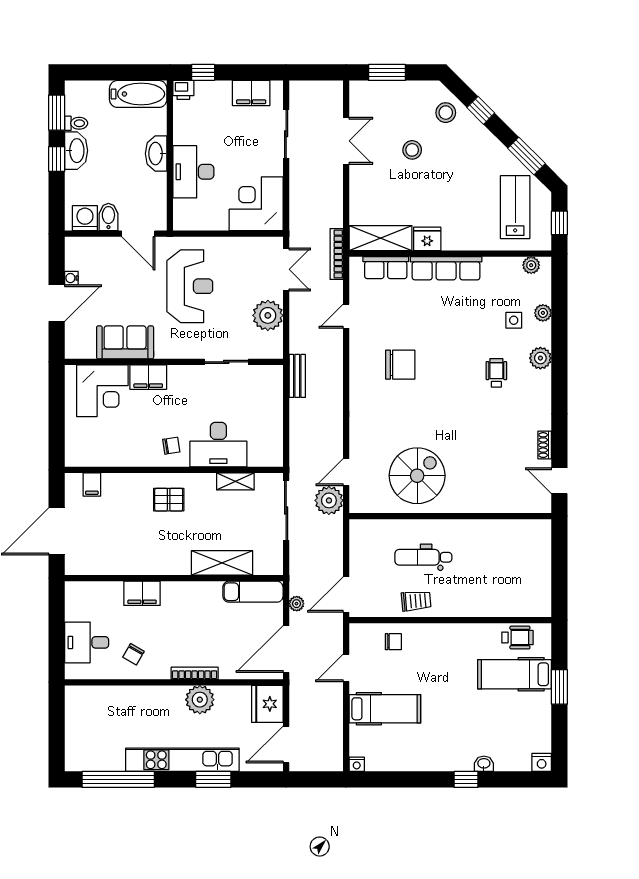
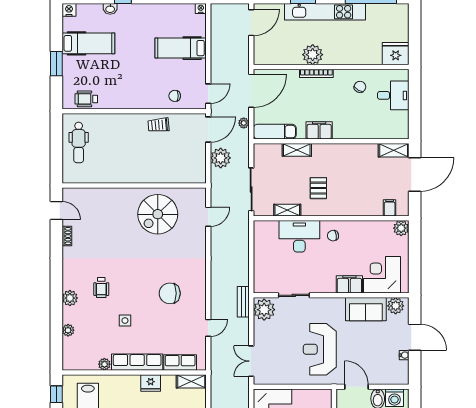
shelving: (381, 238) -> (191, 381), width x0.67, depth x0.75
bookcase: (337, 254) -> (215, 372), removed
plant: (531, 265) -> (104, 364), moved
door: (57, 303) -> (415, 337), swing flipped
plant: (268, 315) -> (264, 310), moved
side table: (514, 320) -> (125, 321), moved
plant: (83, 347) -> (396, 306), added
bench: (297, 376) -> (243, 302), moved
plant: (76, 456) -> (401, 228), added
pallet: (169, 500) -> (318, 188), moved, turned 90
plant: (329, 500) -> (221, 158), moved
dental chair: (423, 557) -> (79, 142), moved, turned 90
shelving: (222, 563) -> (297, 150), width x0.67, depth x0.75
shelving: (86, 566) -> (394, 150), added
filing cabinet: (142, 593) -> (319, 130), moved
door: (346, 668) -> (208, 94), moved
hospital bed: (515, 674) -> (88, 43), moved
fridge: (267, 704) -> (396, 54), moved, turned -90

